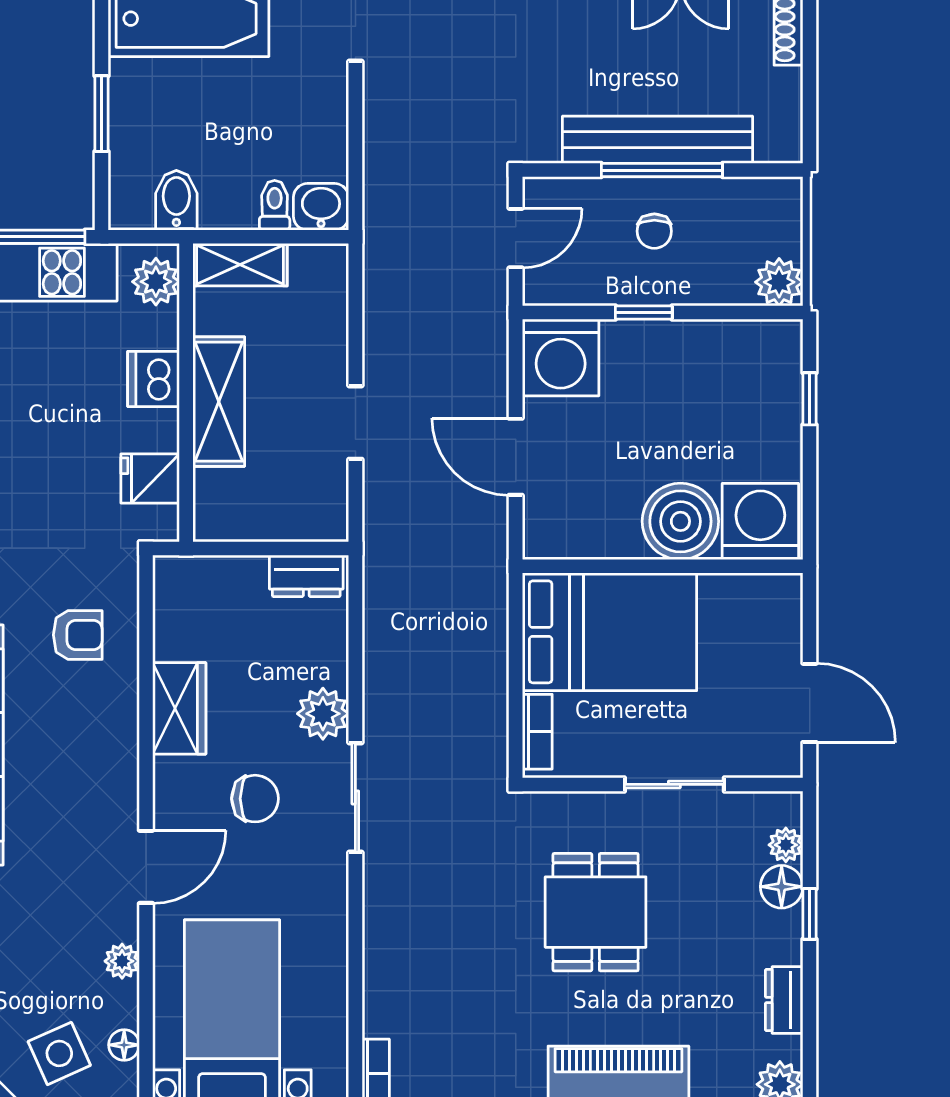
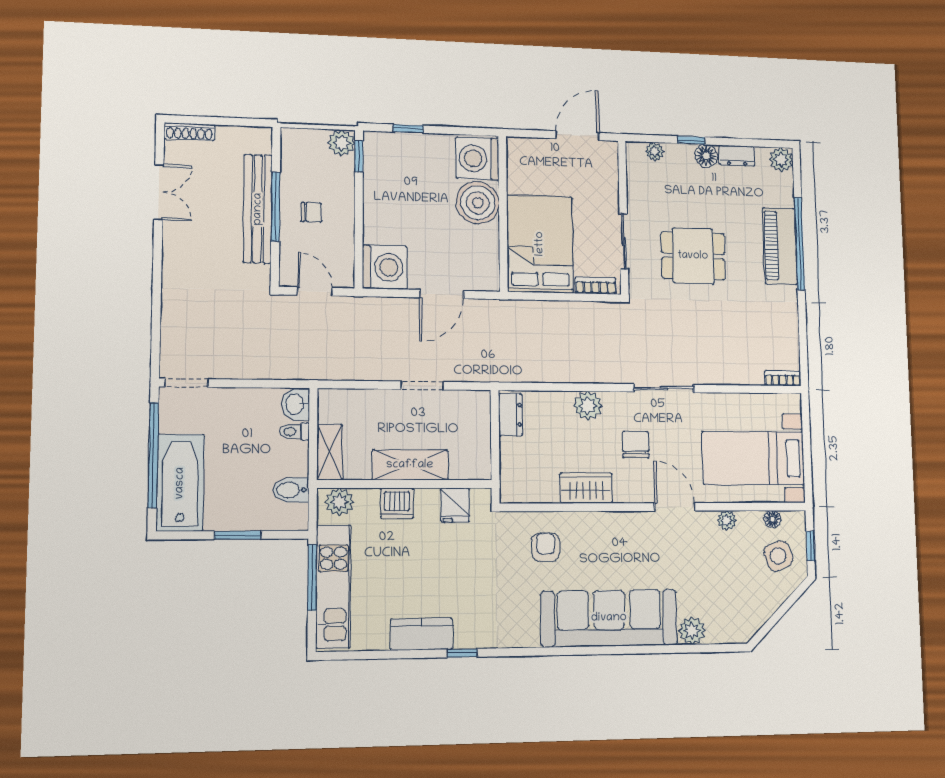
window: (644, 312) -> (359, 156), moved
sliding door: (674, 784) -> (624, 241), moved
sliding door: (355, 797) -> (664, 388), moved
floor lamp: (782, 887) -> (706, 156), moved

